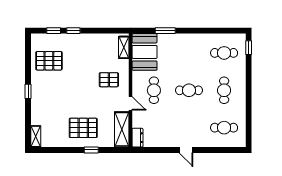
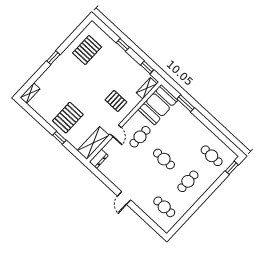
window: (54, 31) -> (147, 67), moved
pallet: (49, 61) -> (87, 50), turned 90
pallet: (83, 128) -> (68, 118), turned 90

